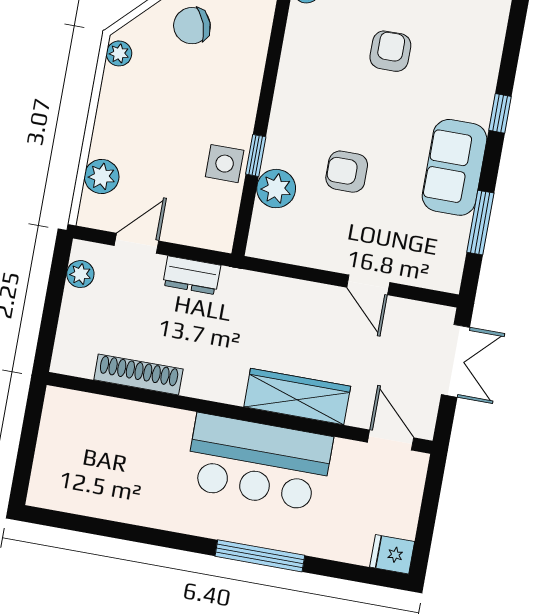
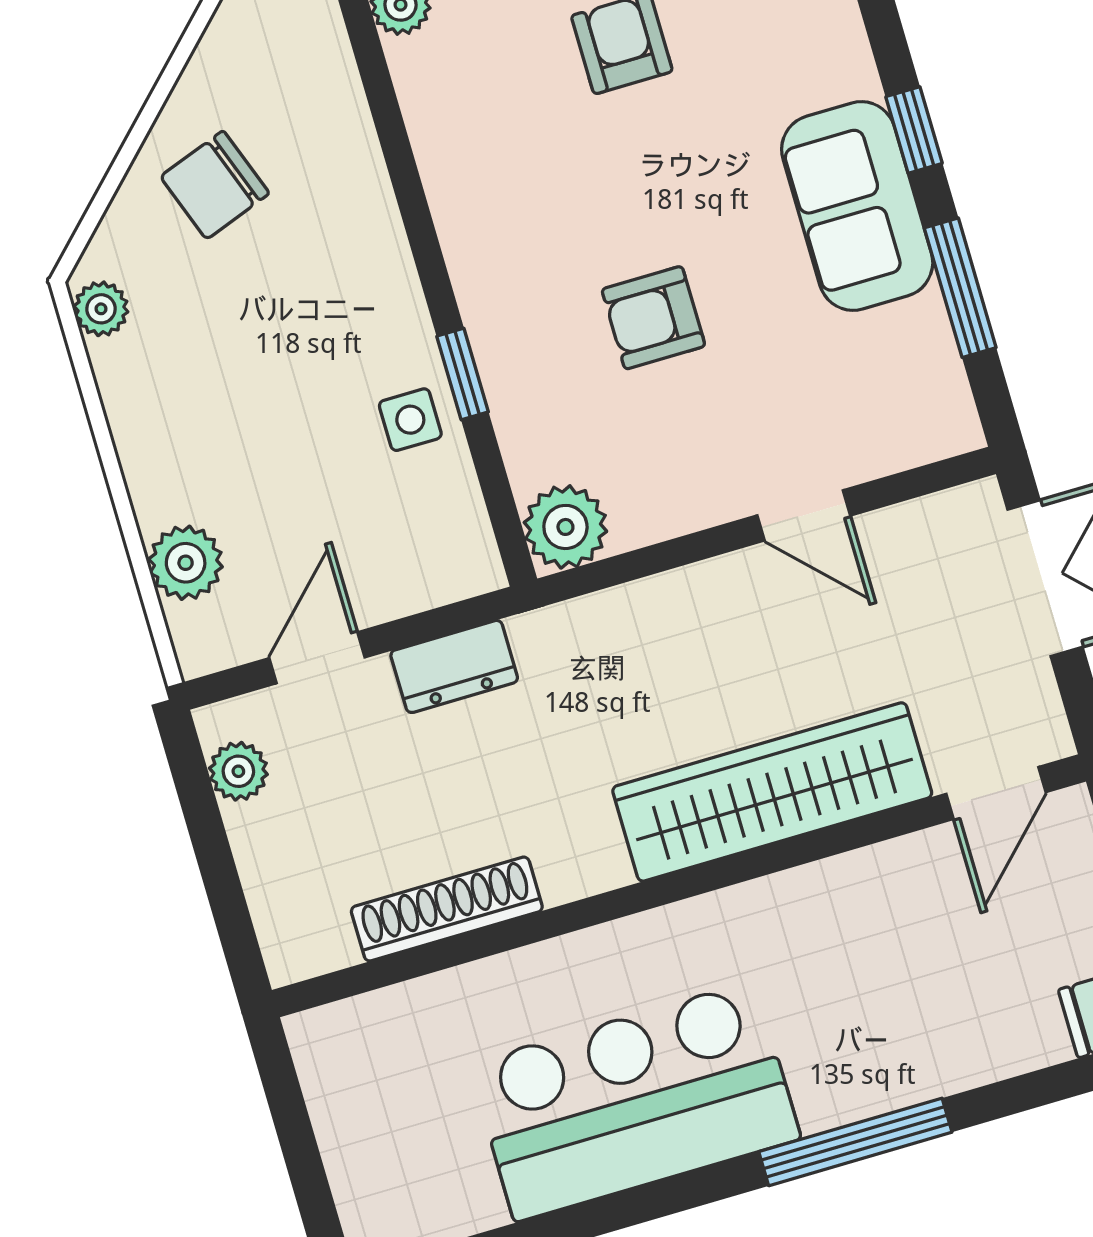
window: (500, 113) -> (914, 130), moved
side table: (225, 164) -> (410, 420), width x0.73, depth x0.73
plant: (276, 189) -> (565, 527), moved
wardrobe: (297, 397) -> (772, 792), width x1.40, depth x1.17
door: (391, 440) -> (996, 793), swing flipped
bar counter: (259, 462) -> (635, 1101), moved, turned 180

